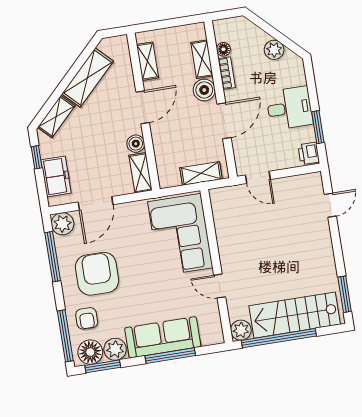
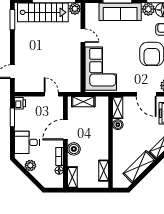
shelving: (202, 59) -> (72, 177), moved
door: (143, 107) -> (110, 145), removed
desk: (289, 108) -> (27, 142), moved
door: (96, 203) -> (146, 94), swing flipped

